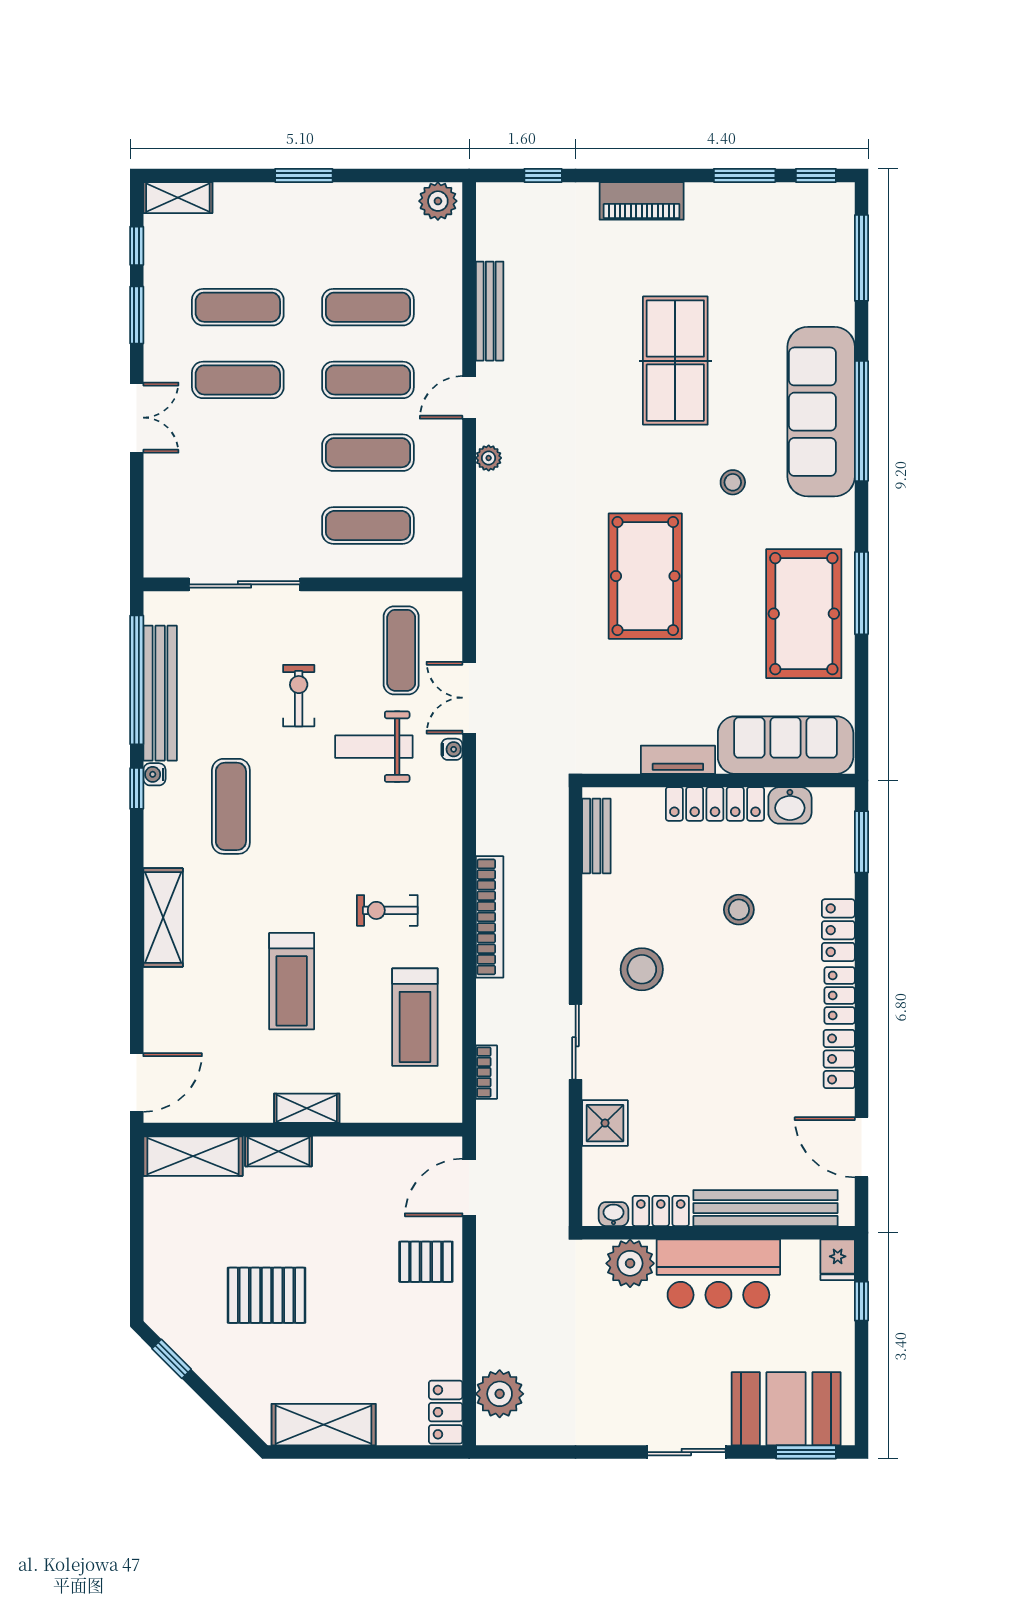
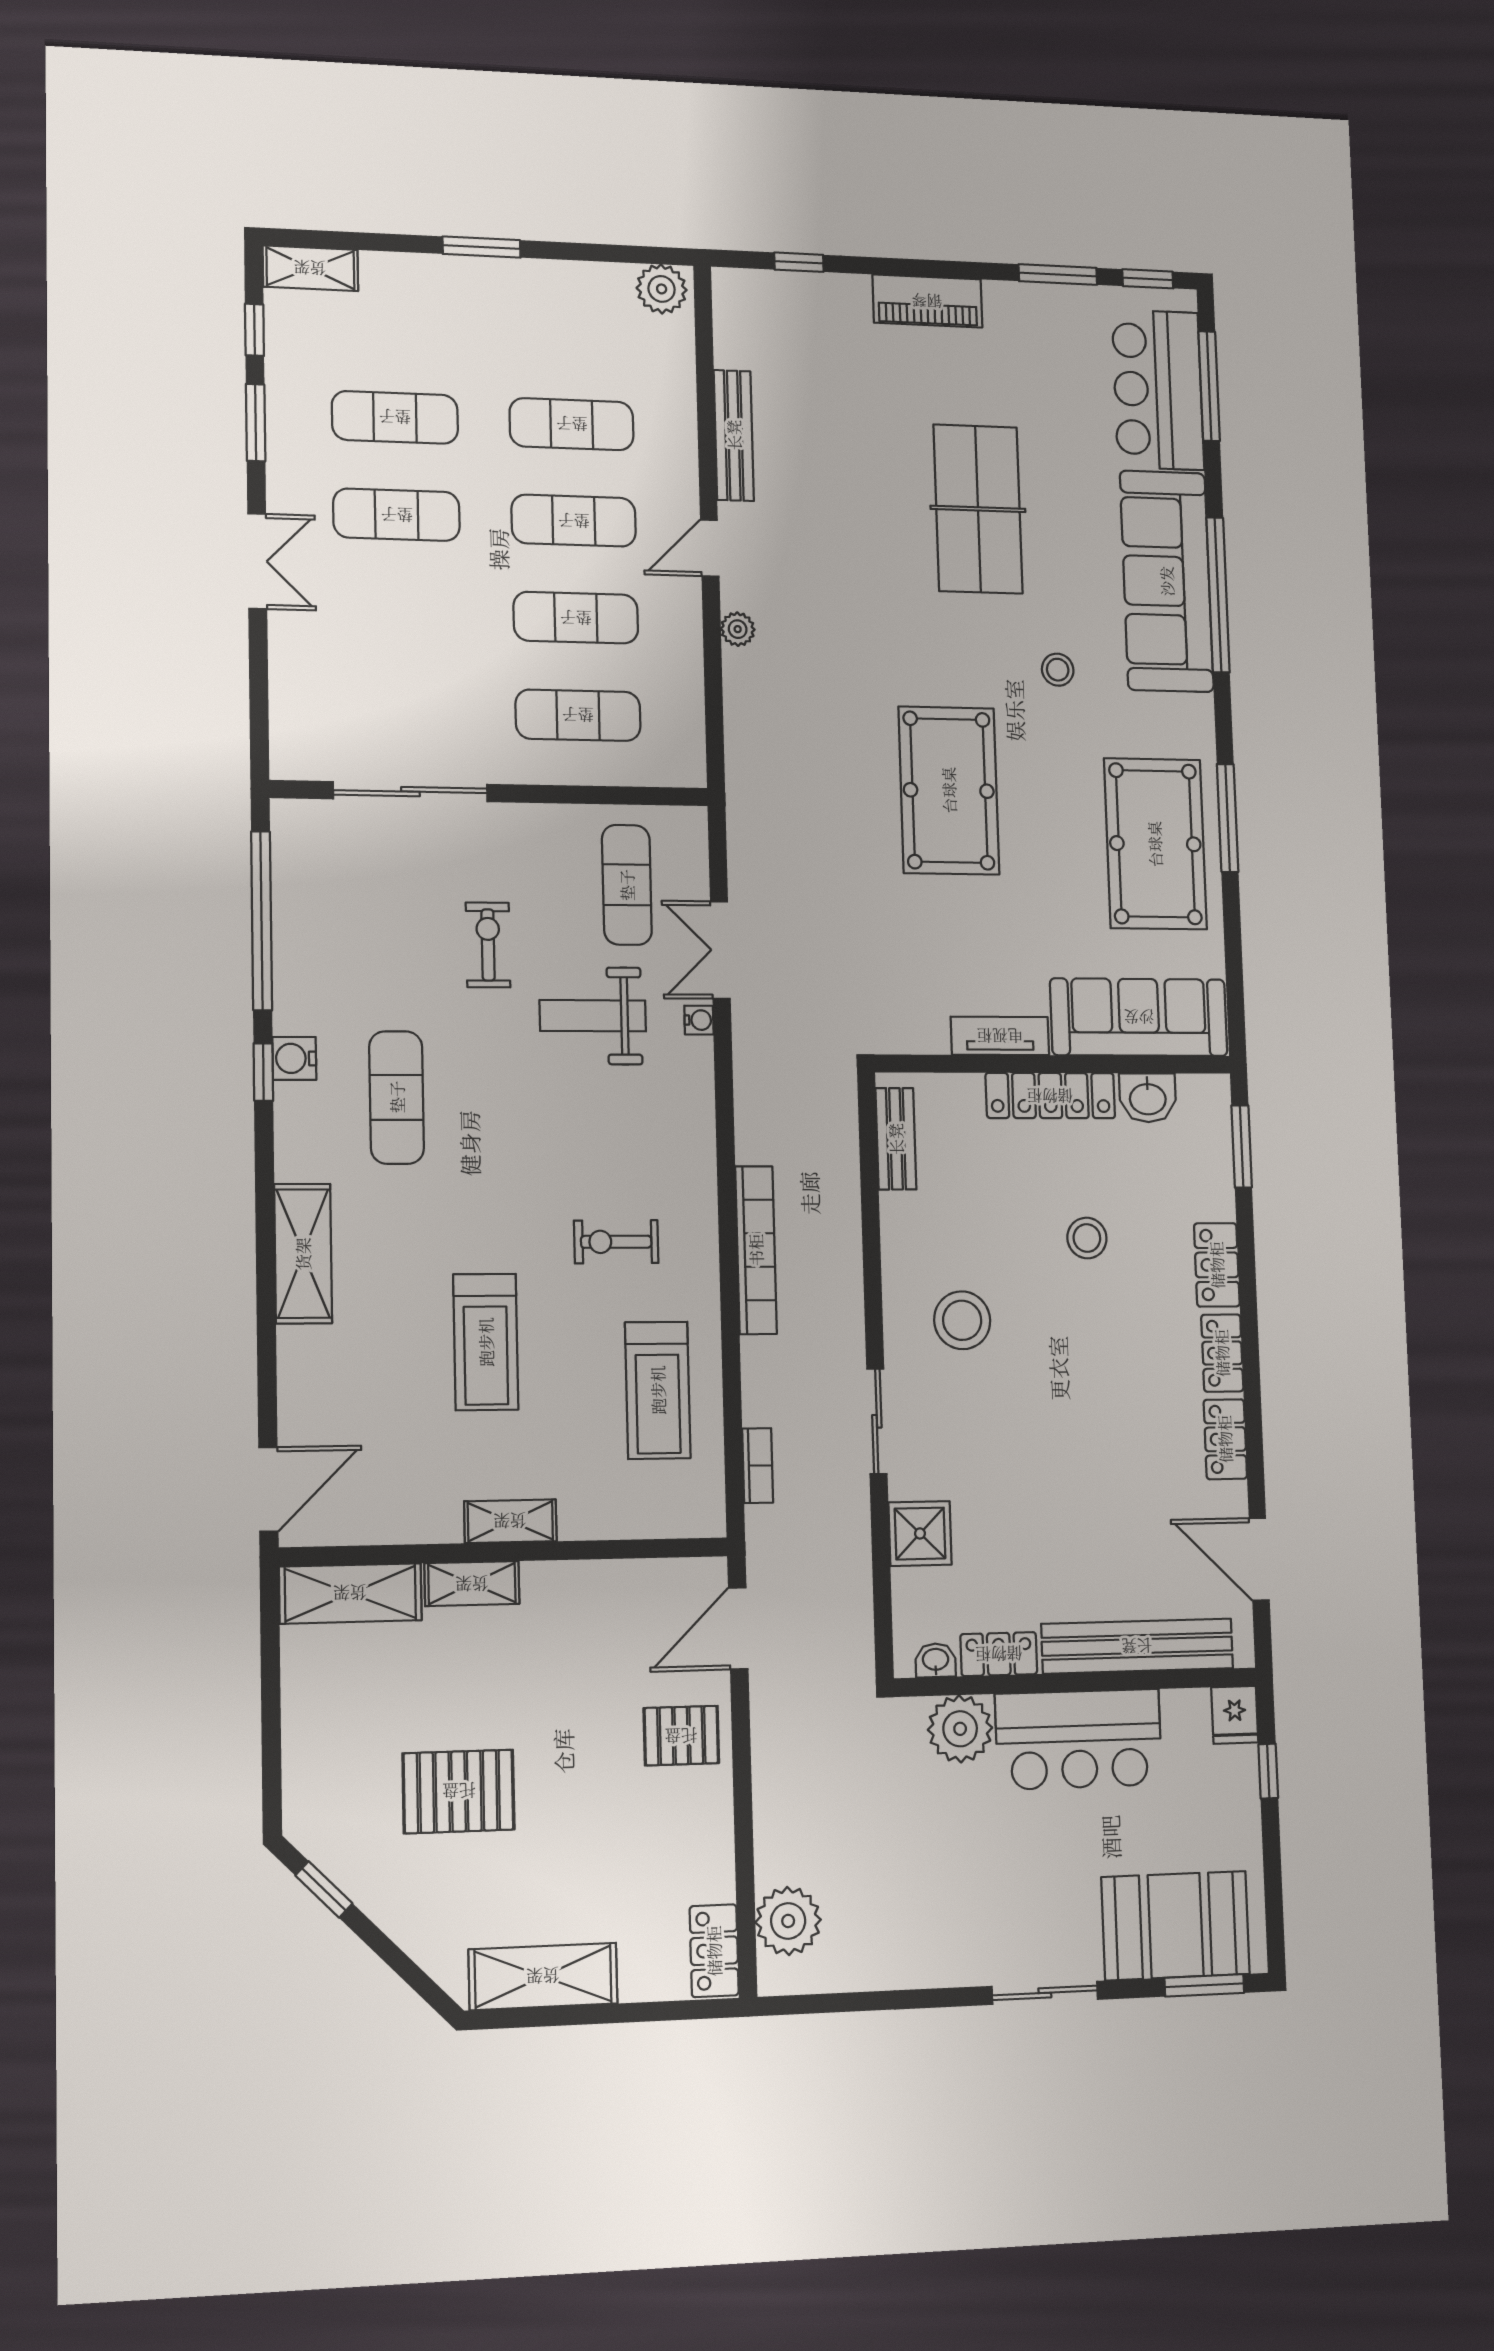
bar counter: (820, 262) -> (1158, 390), added
bench: (160, 693) -> (295, 939), removed
water cooler: (154, 774) -> (294, 1058), width x1.38, depth x1.38

